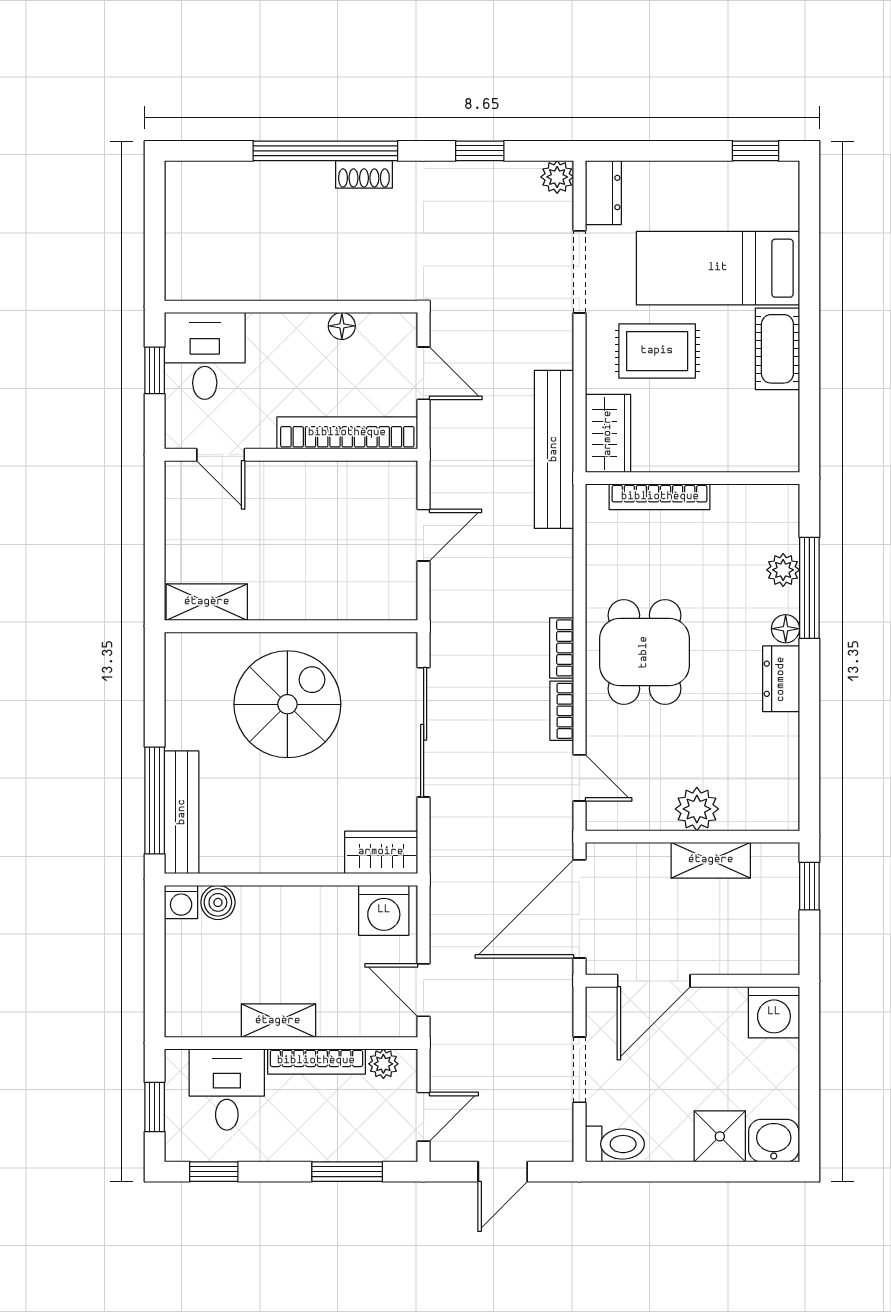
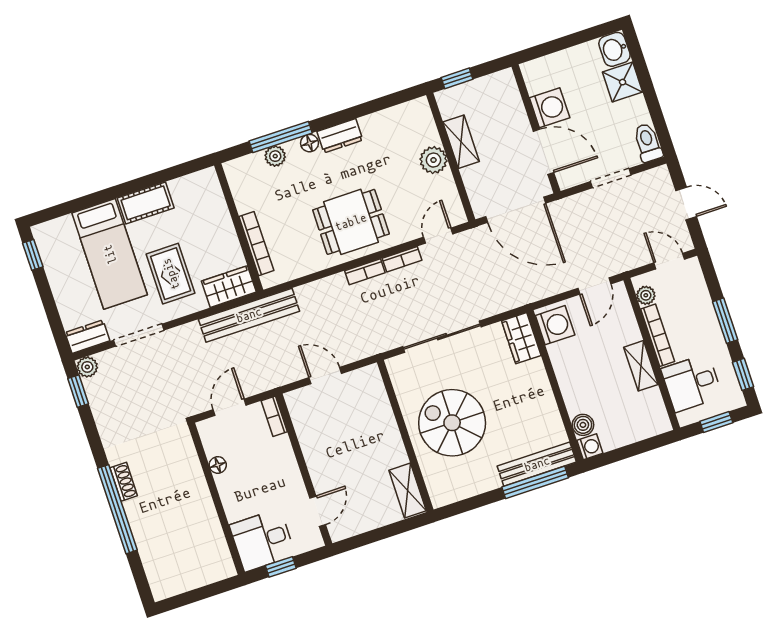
window: (480, 151) -> (78, 391), moved
bookcase: (347, 433) -> (274, 416), width x0.43, depth x0.76
washing machine: (774, 1012) -> (550, 108), moved
window: (347, 1172) -> (725, 321), moved

